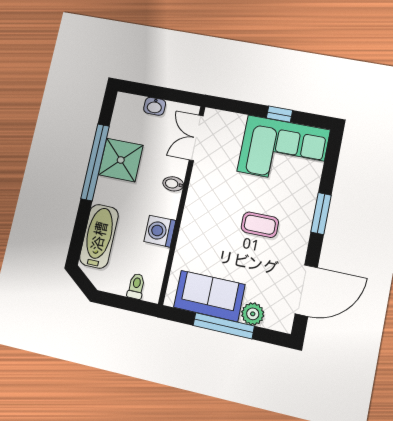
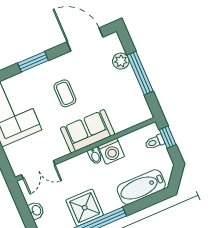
bidet: (173, 184) -> (95, 156), moved
sofa: (209, 296) -> (88, 131), moved, turned 90
window: (131, 305) -> (168, 137), added

